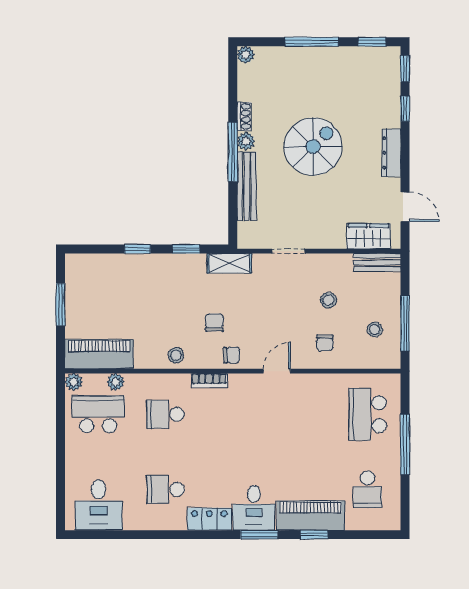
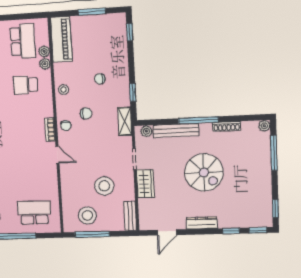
window: (312, 42) -> (274, 153), moved
shoe rack: (244, 116) -> (227, 126), width x1.43
plant: (246, 141) -> (146, 131), moved
wardrobe: (368, 236) -> (145, 184), moved
window: (137, 249) -> (130, 32), moved
stool: (329, 300) -> (104, 186), width x1.89, depth x1.89
stool: (375, 329) -> (87, 215), width x1.89, depth x1.89
chair: (325, 343) -> (100, 79), moved
bookcase: (209, 380) -> (50, 130), moved
plant: (74, 382) -> (45, 64), moved
school desk: (166, 414) -> (26, 85), turned -90

